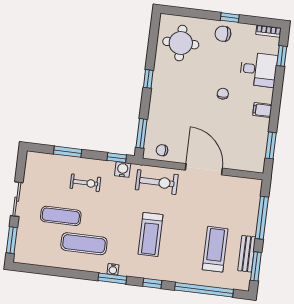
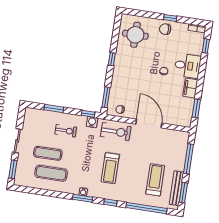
desk: (258, 70) -> (188, 66), moved
filing cabinet: (262, 110) -> (190, 88), width x2.00
exercise mat: (84, 244) -> (51, 173), moved
bench: (247, 254) -> (176, 188), width x1.36

